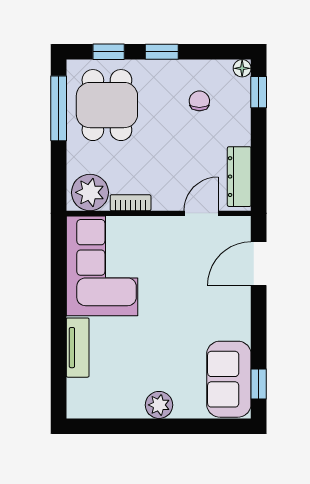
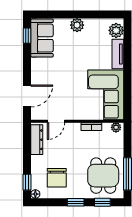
chair: (199, 101) -> (57, 178), width x1.87, depth x1.87
plant: (90, 192) -> (116, 127), width x0.53, depth x0.53
plant: (81, 394) -> (116, 30), added

